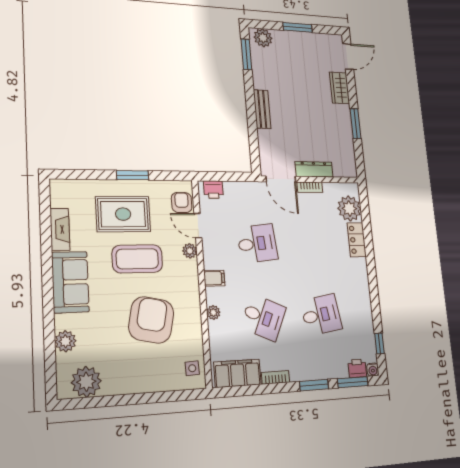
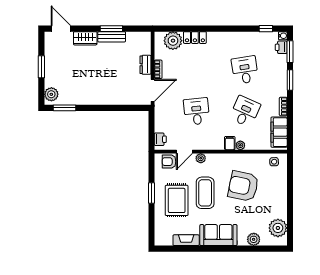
bench: (262, 109) -> (112, 37), moved
dresser: (314, 169) -> (145, 65), width x0.70
filing cabinet: (214, 278) -> (230, 143), moved

